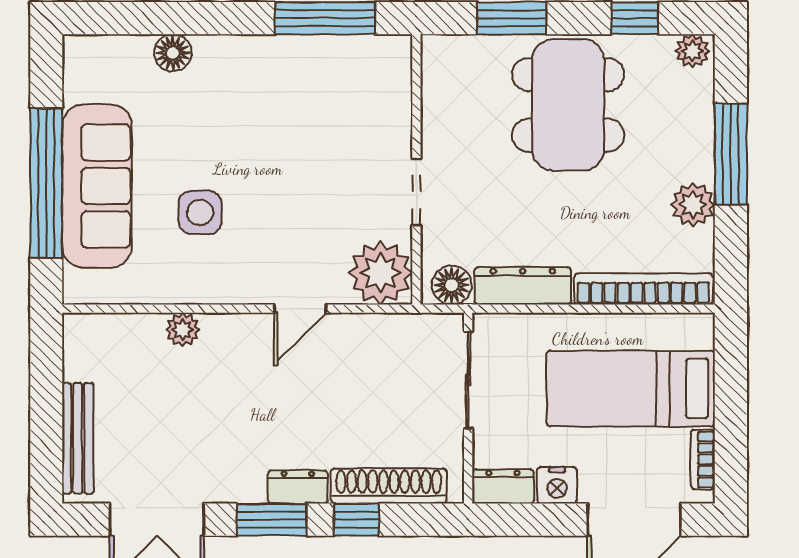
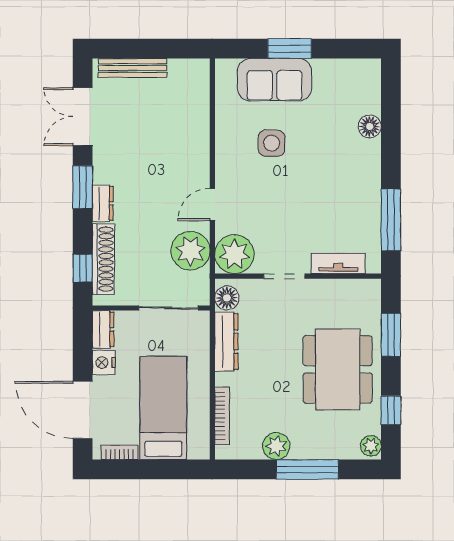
tv unit: (396, 104) -> (338, 263), added
dining table: (568, 105) -> (338, 369), turned 90
window: (46, 183) -> (290, 49), width x0.47
sofa: (97, 186) -> (275, 80), width x0.73
bookcase: (643, 289) -> (222, 416), width x0.68, depth x0.76
door: (300, 309) -> (212, 205), hinge flipped
plant: (183, 330) -> (190, 251), moved, width x1.88, depth x1.88
window: (356, 520) -> (83, 268), moved

